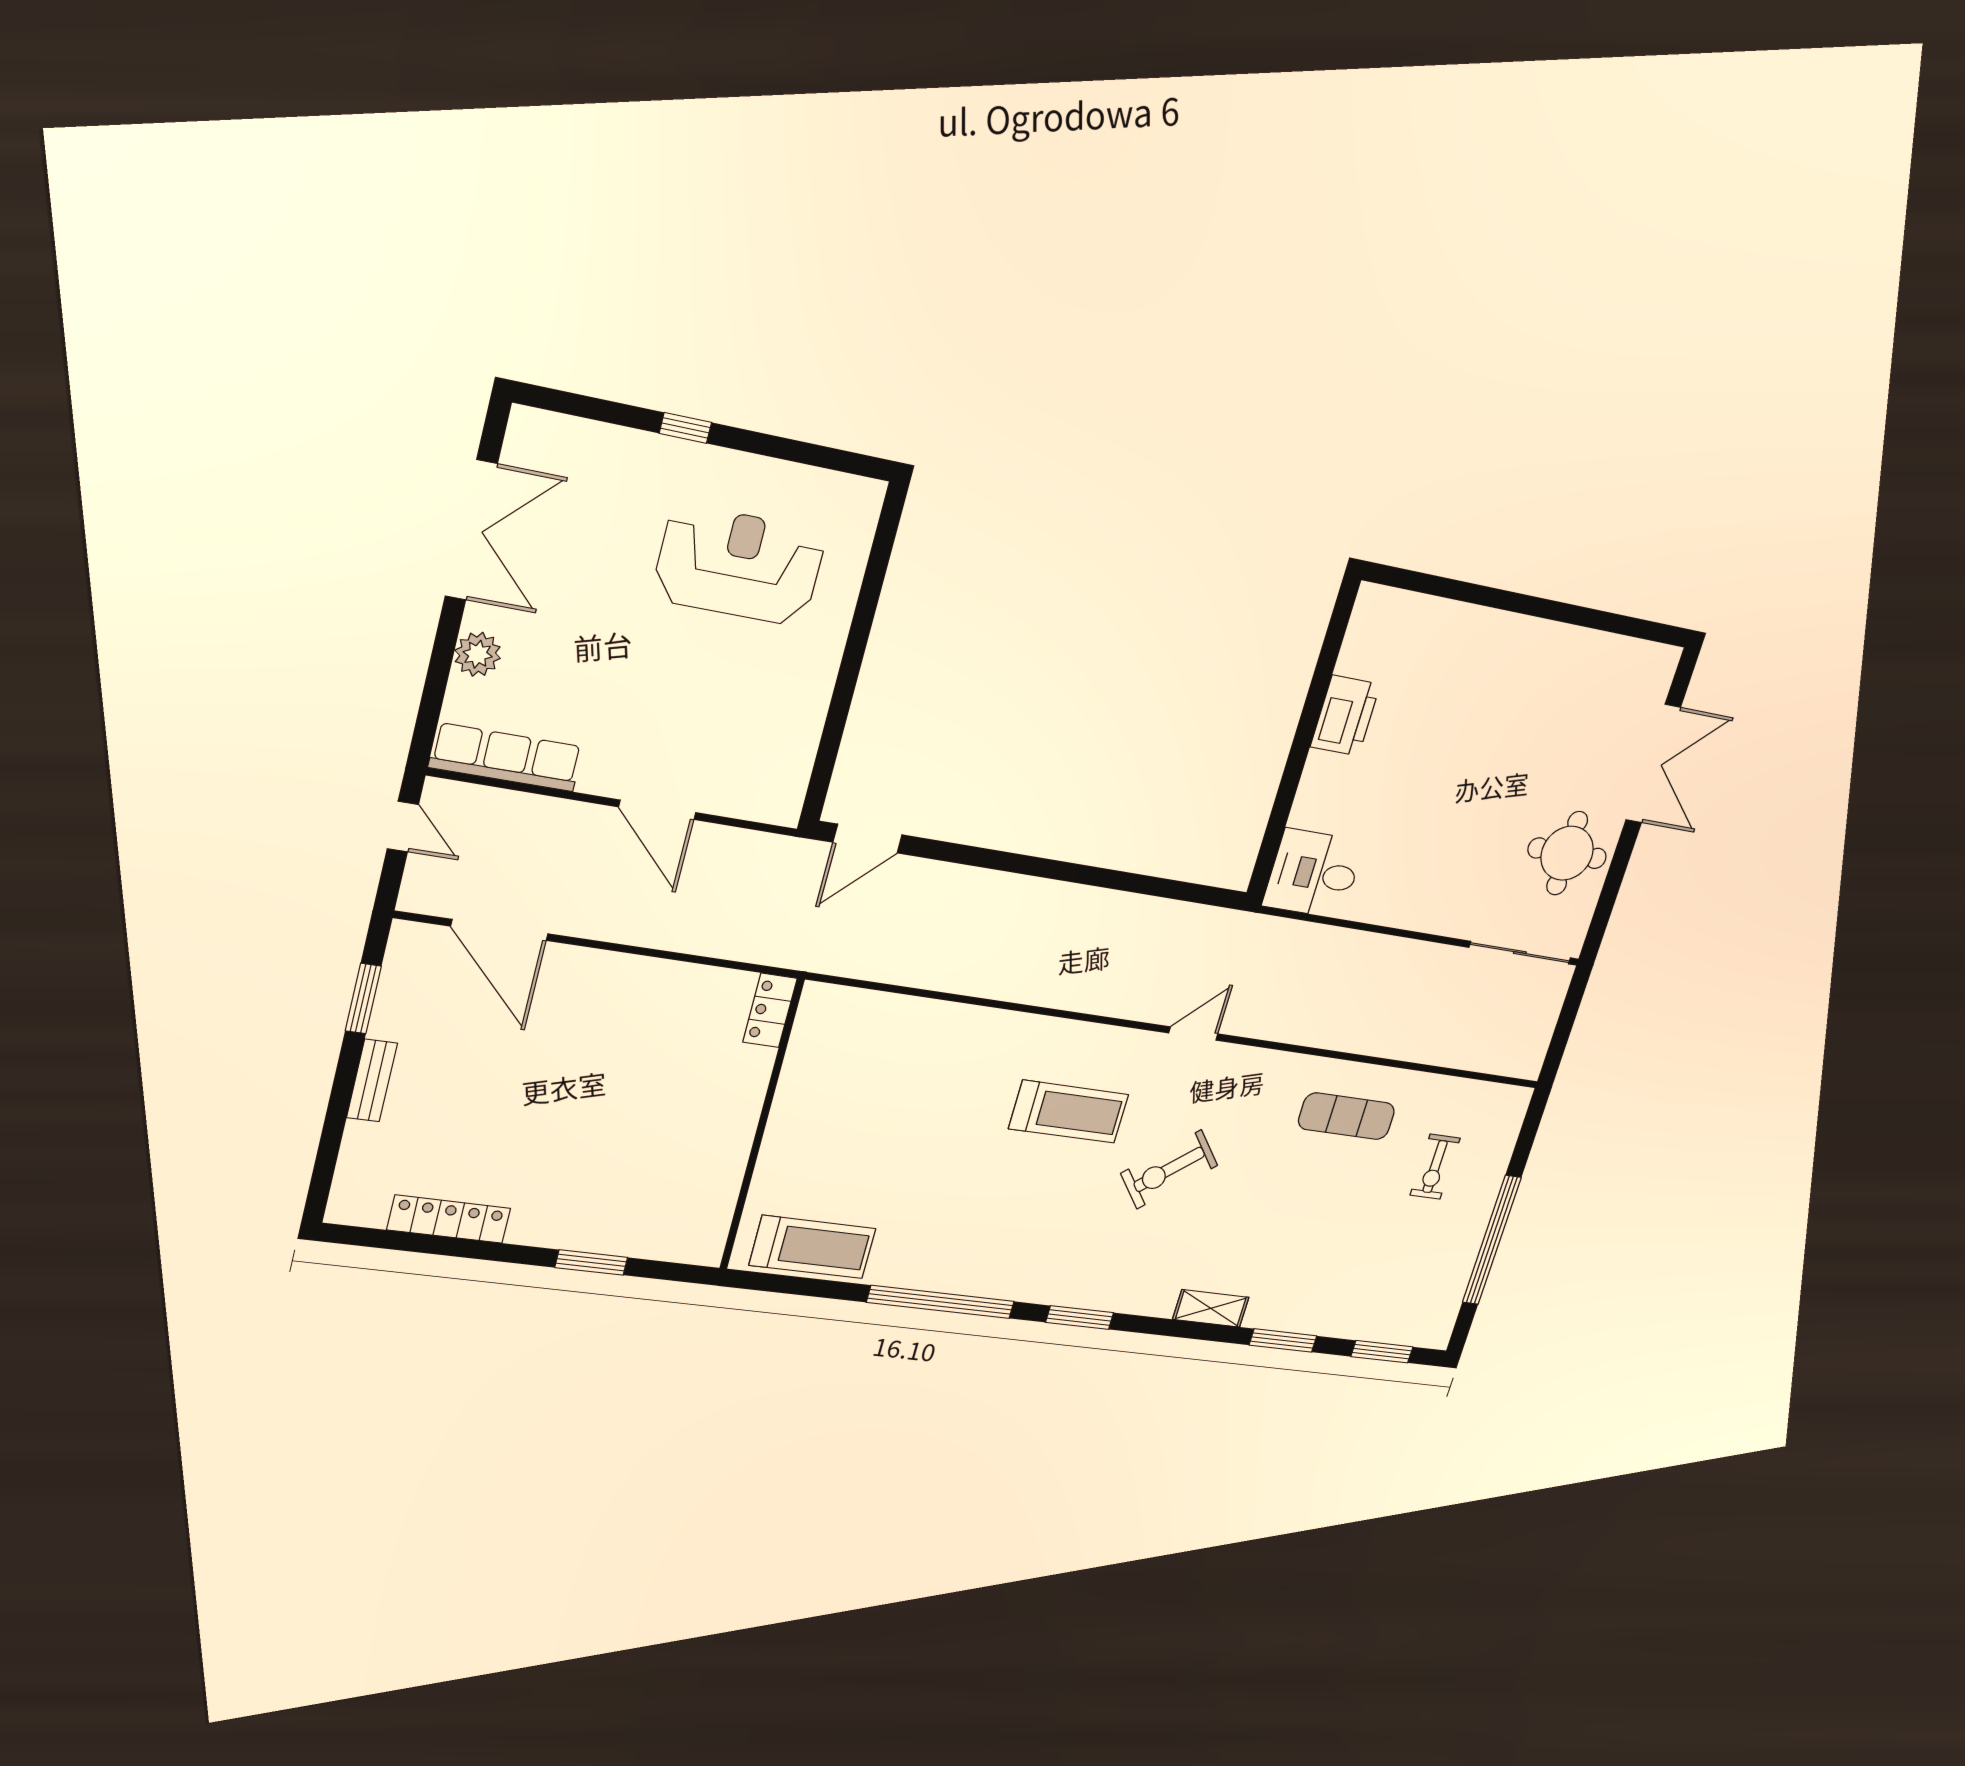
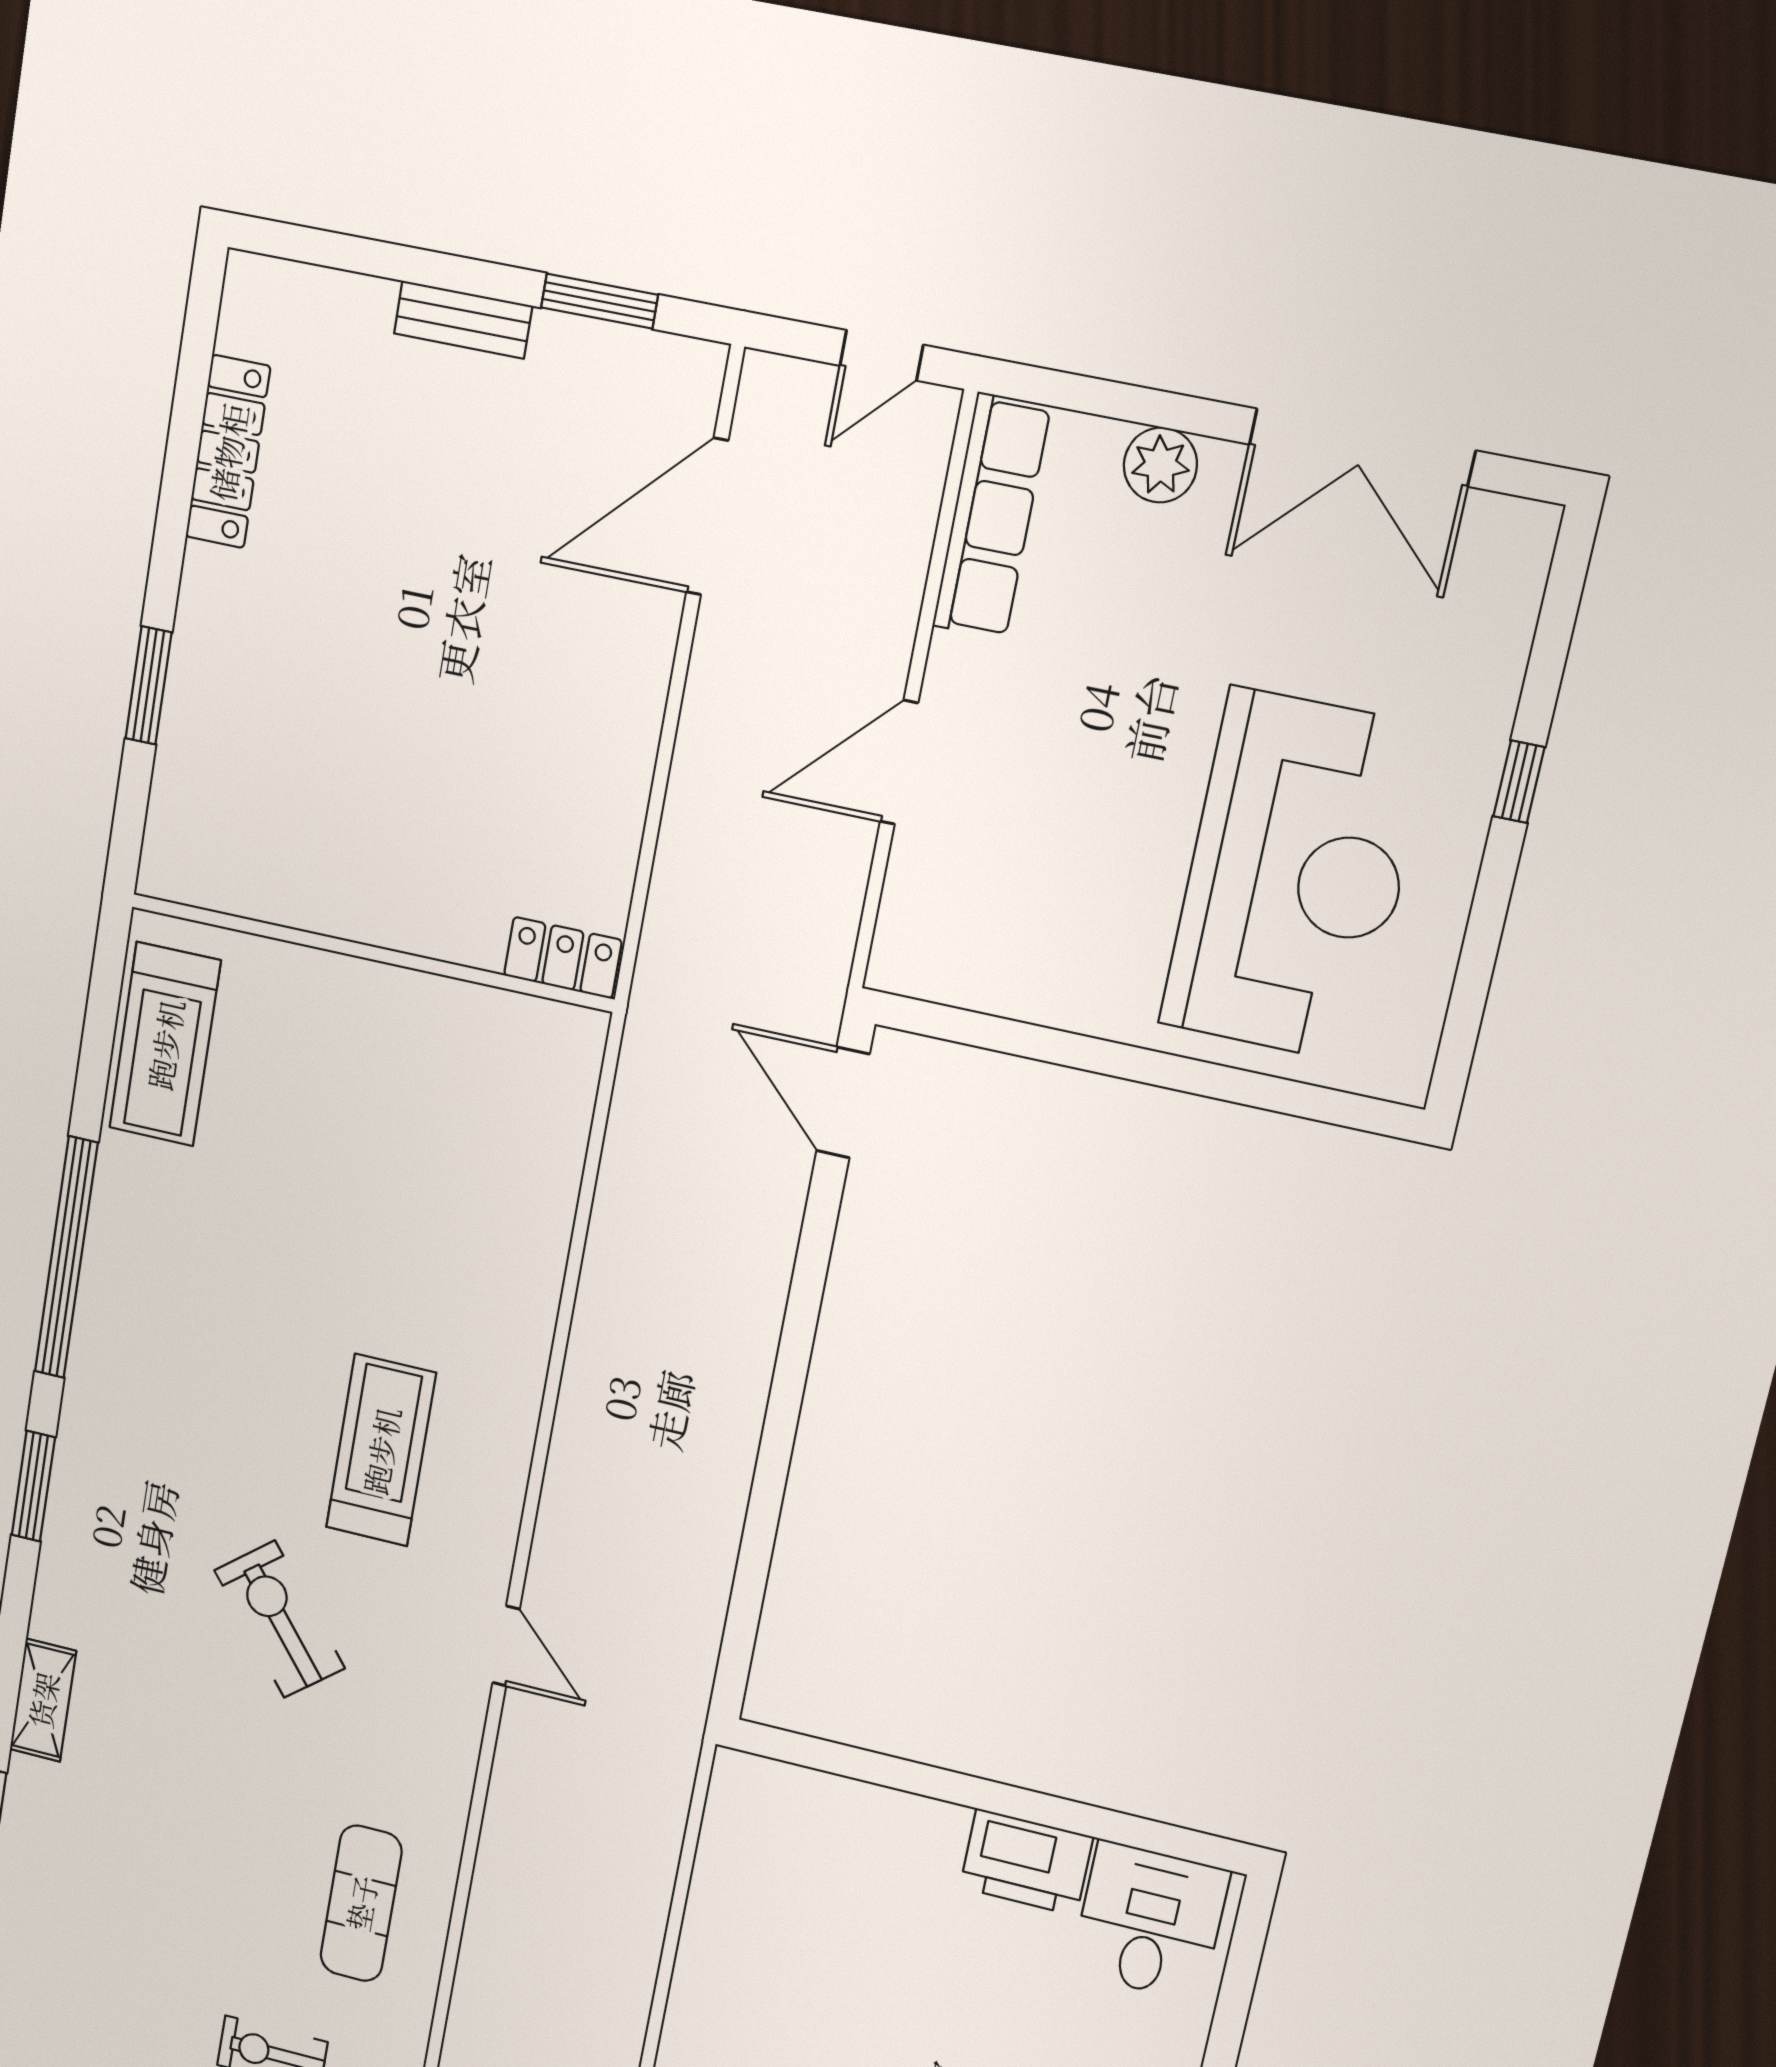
reception desk: (739, 565) -> (1295, 877), width x1.36, depth x1.30
desk: (1314, 874) -> (1150, 1921), moved
treadmill: (1069, 1112) -> (381, 1450), turned 180

